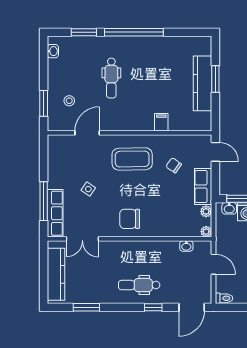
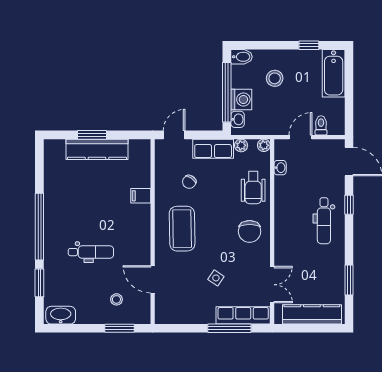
washbasin: (53, 51) -> (61, 315), width x1.91, depth x1.45
wheelchair: (169, 222) -> (253, 188), added
toilet: (224, 298) -> (321, 125), moved

